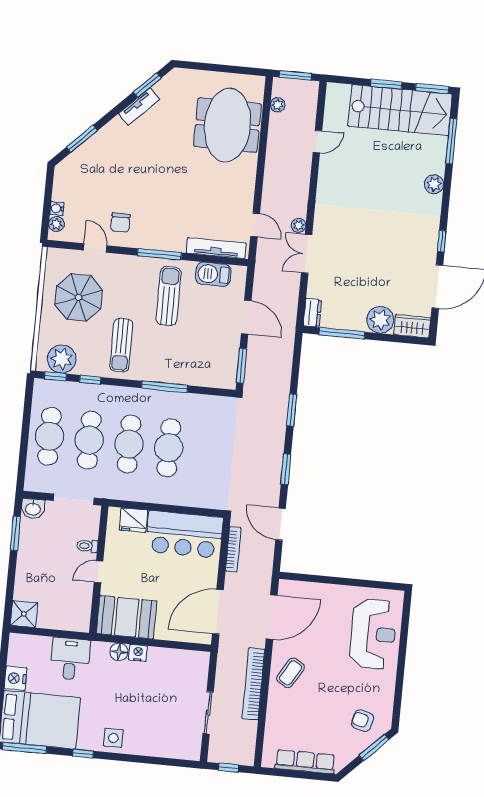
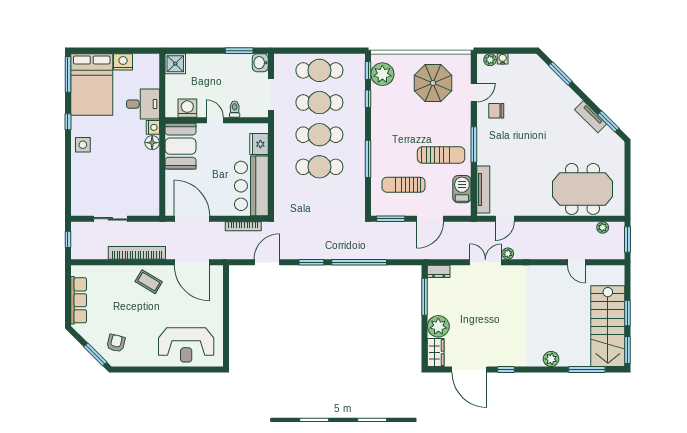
sun lounger: (121, 345) -> (404, 185), moved
window: (292, 410) -> (359, 262), width x2.11
washing machine: (80, 604) -> (187, 108), added
nightstand: (138, 653) -> (153, 127), moved

